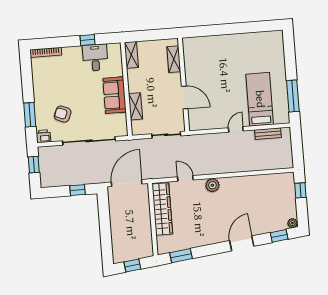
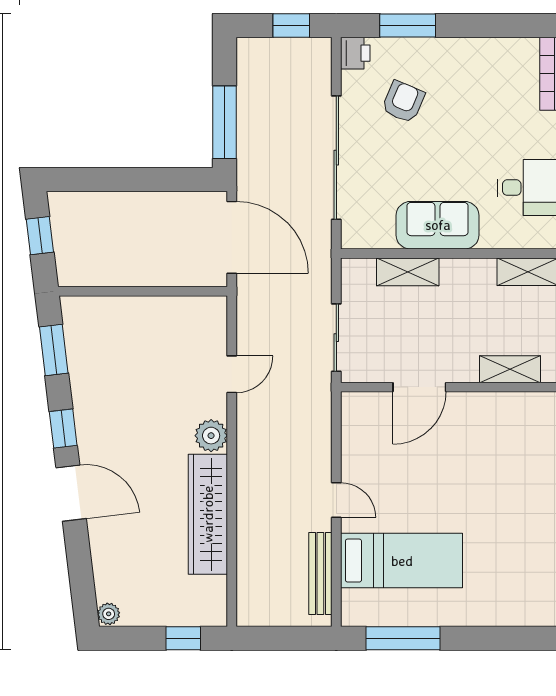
bench: (268, 134) -> (320, 574), width x1.36
window: (77, 190) -> (224, 122), width x2.17
wardrobe: (162, 209) -> (208, 514), moved, turned 90
window: (279, 236) -> (63, 429), moved

